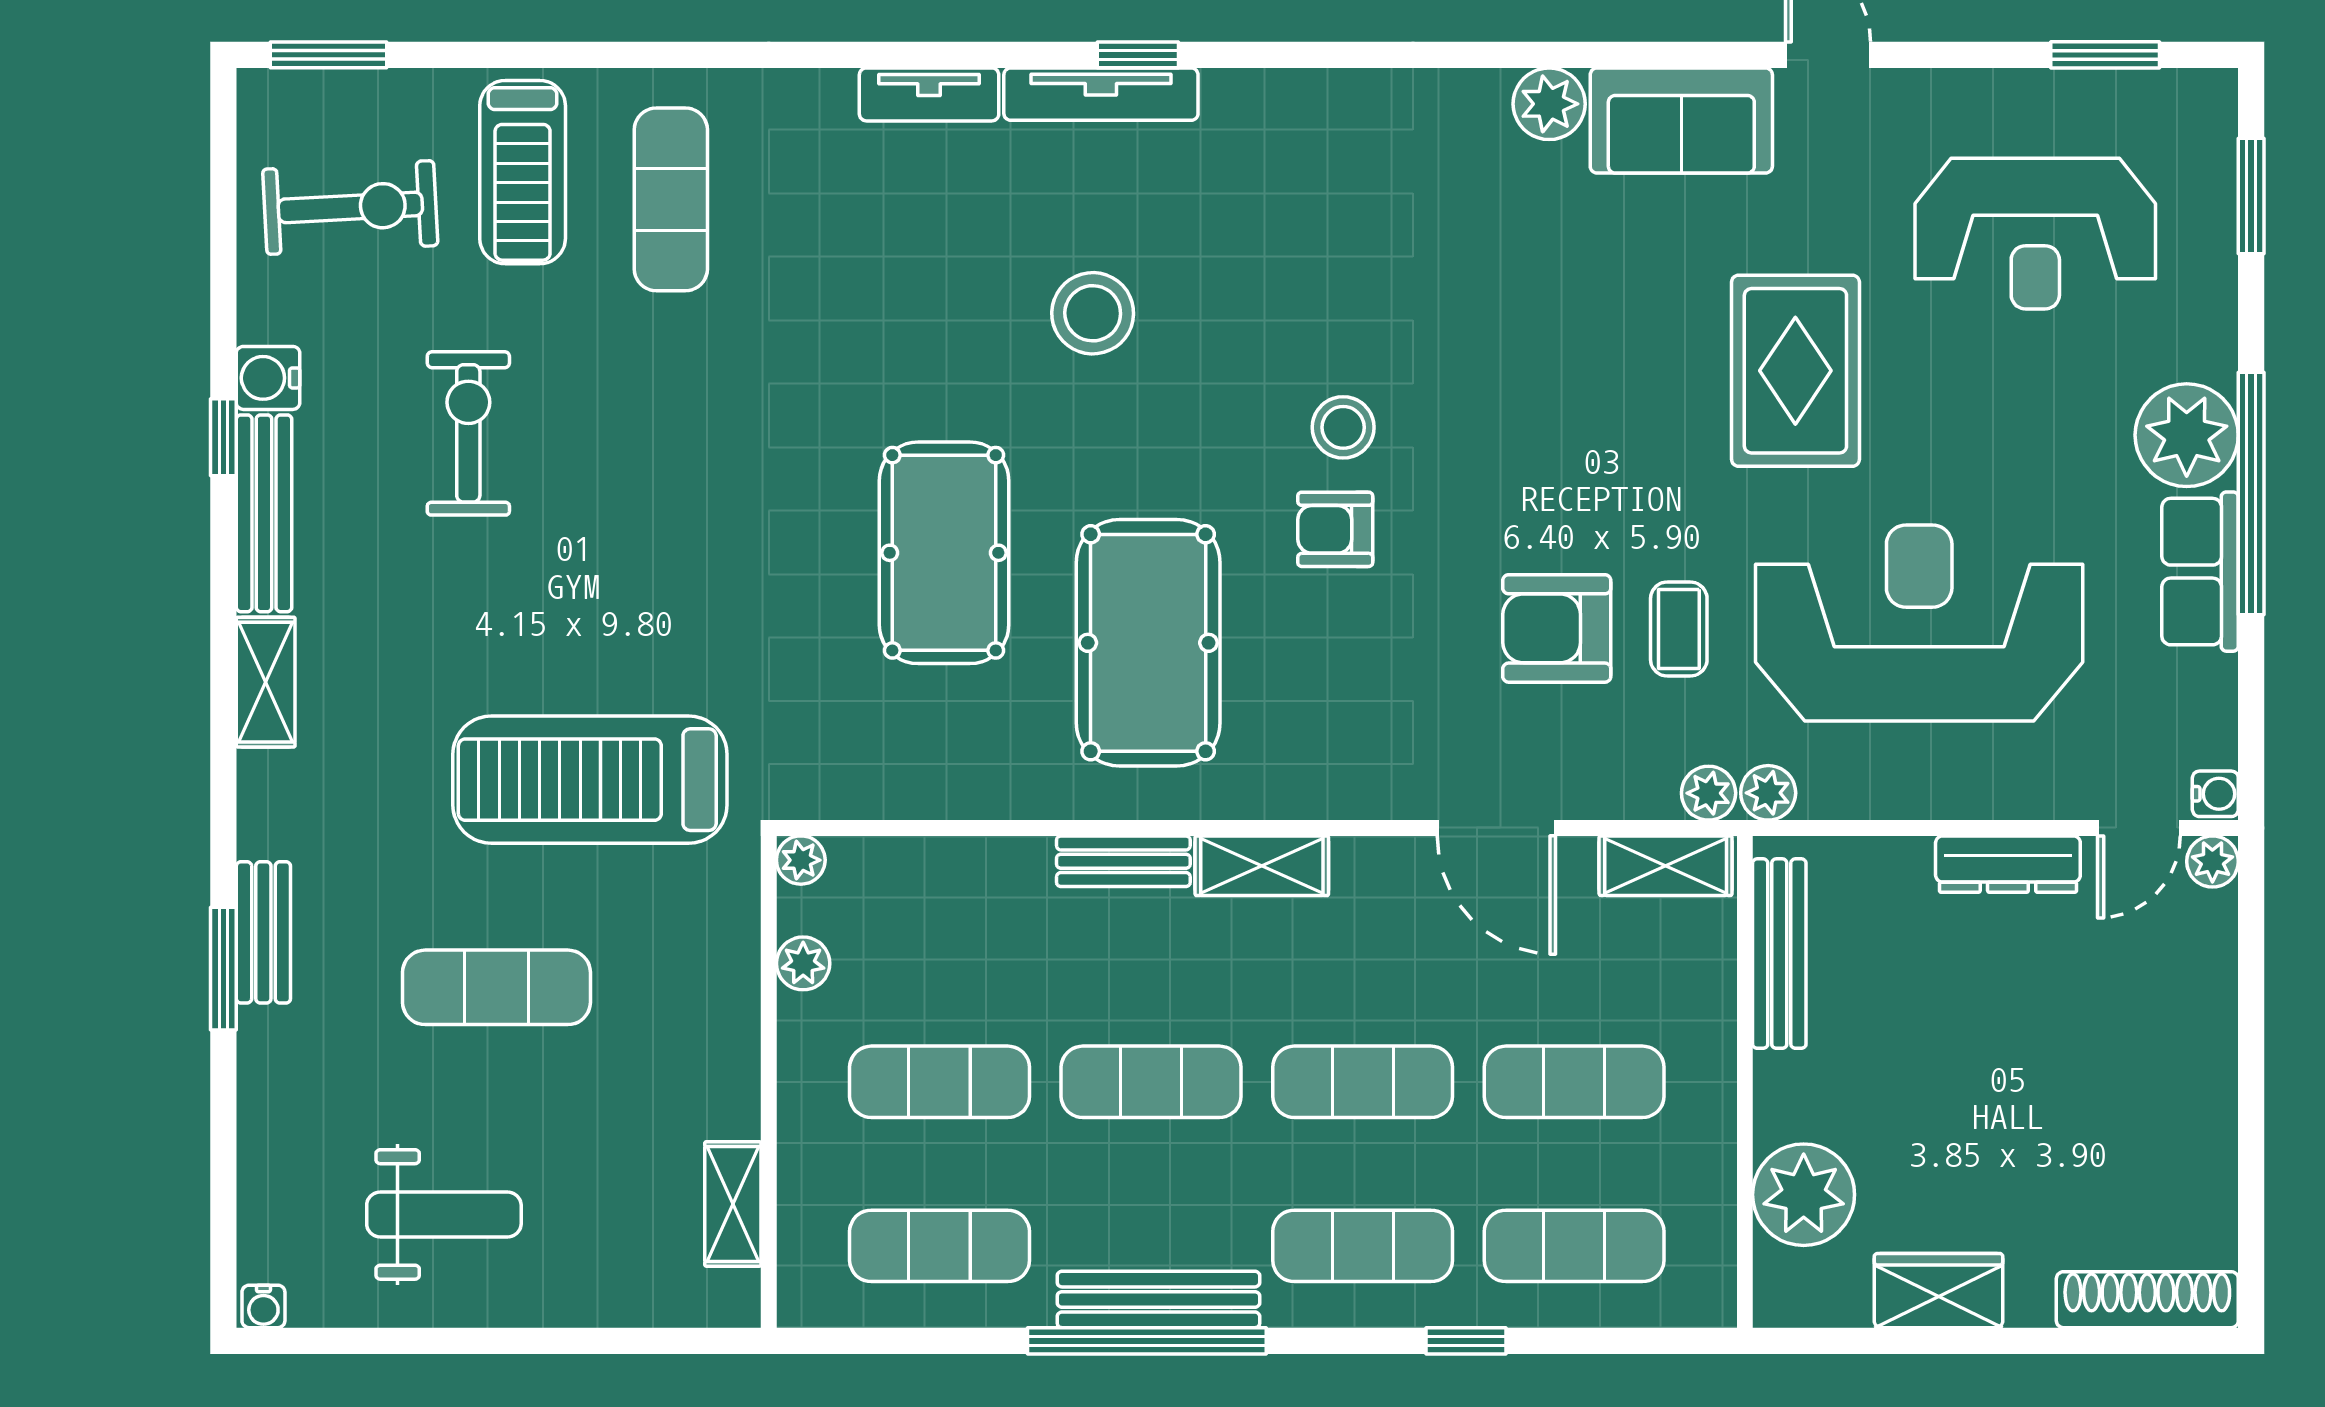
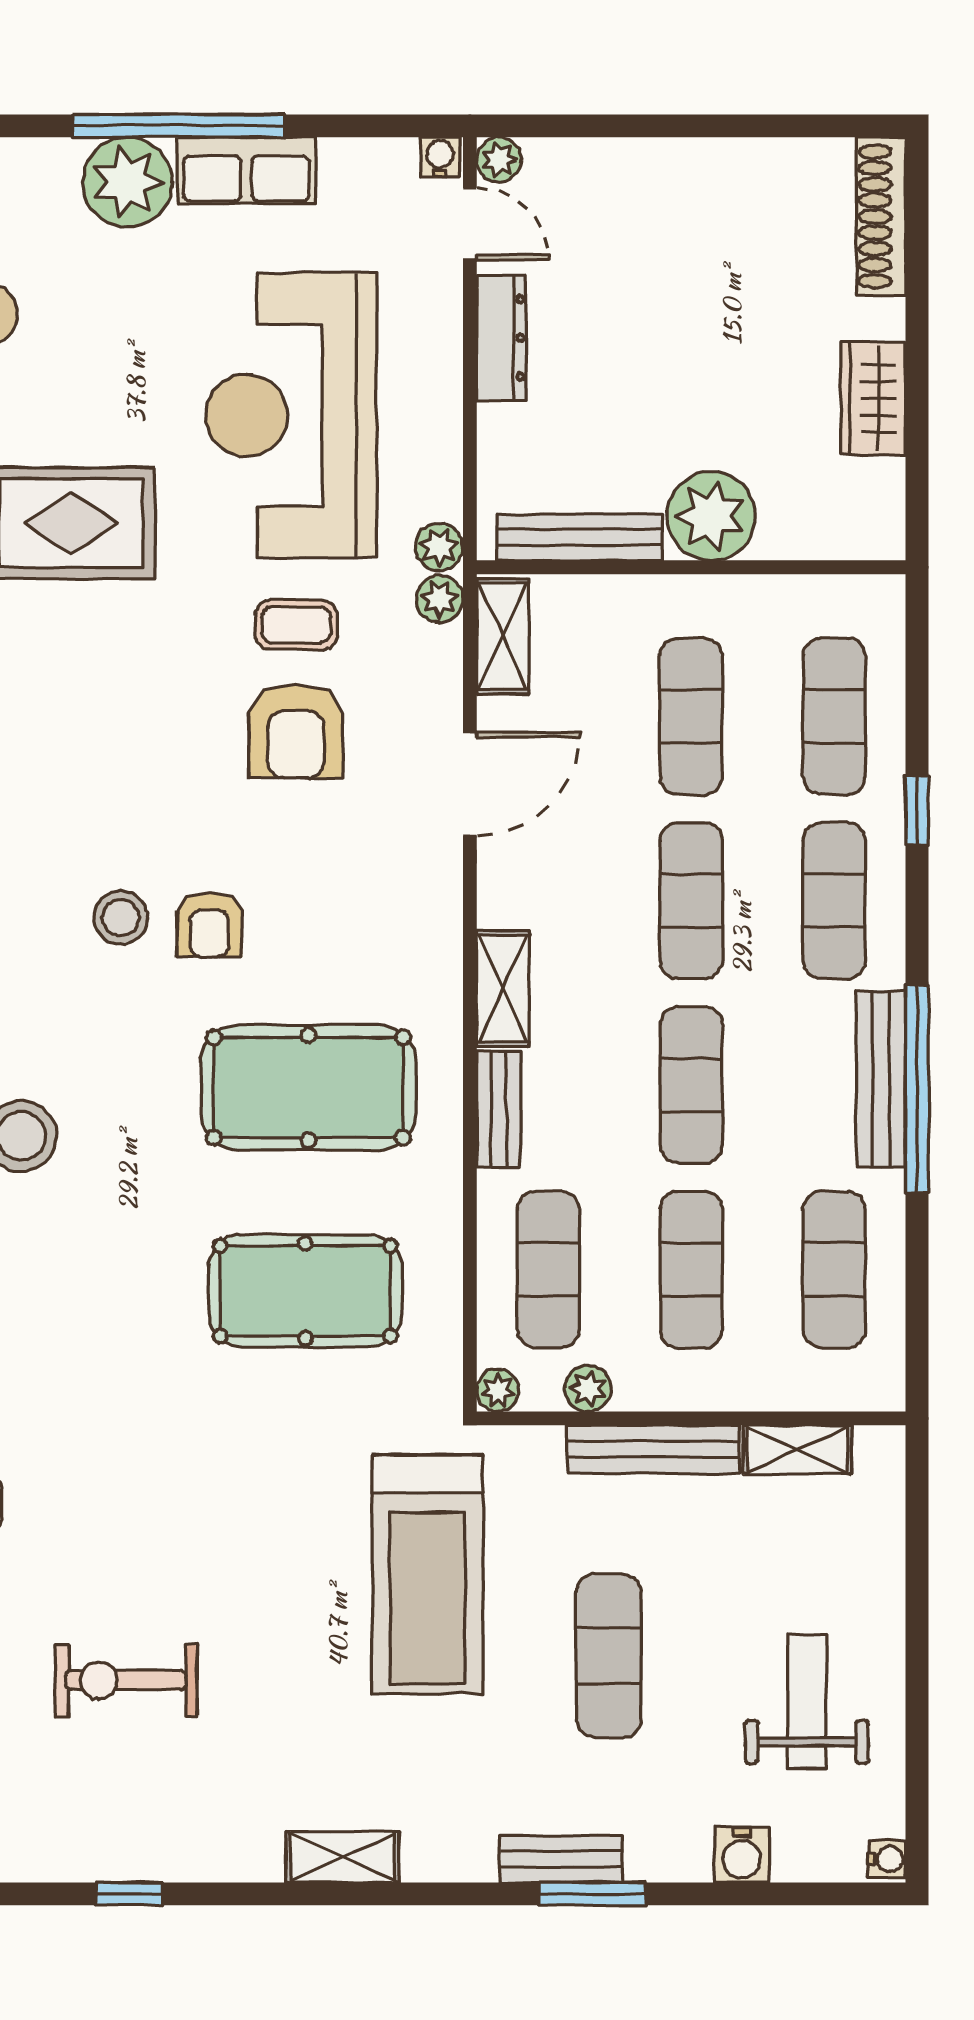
water cooler: (268, 378) -> (742, 1855), moved
bench: (264, 513) -> (653, 1449), moved
pool table: (944, 553) -> (305, 1291), moved
exercise mat: (940, 918) -> (548, 1269), added
plant: (1804, 1195) -> (711, 516), moved

